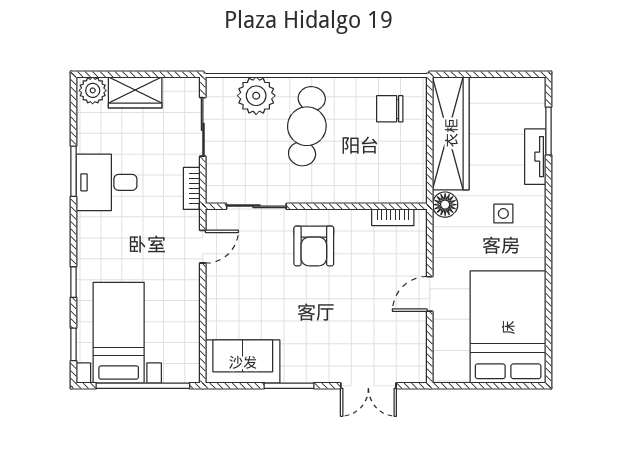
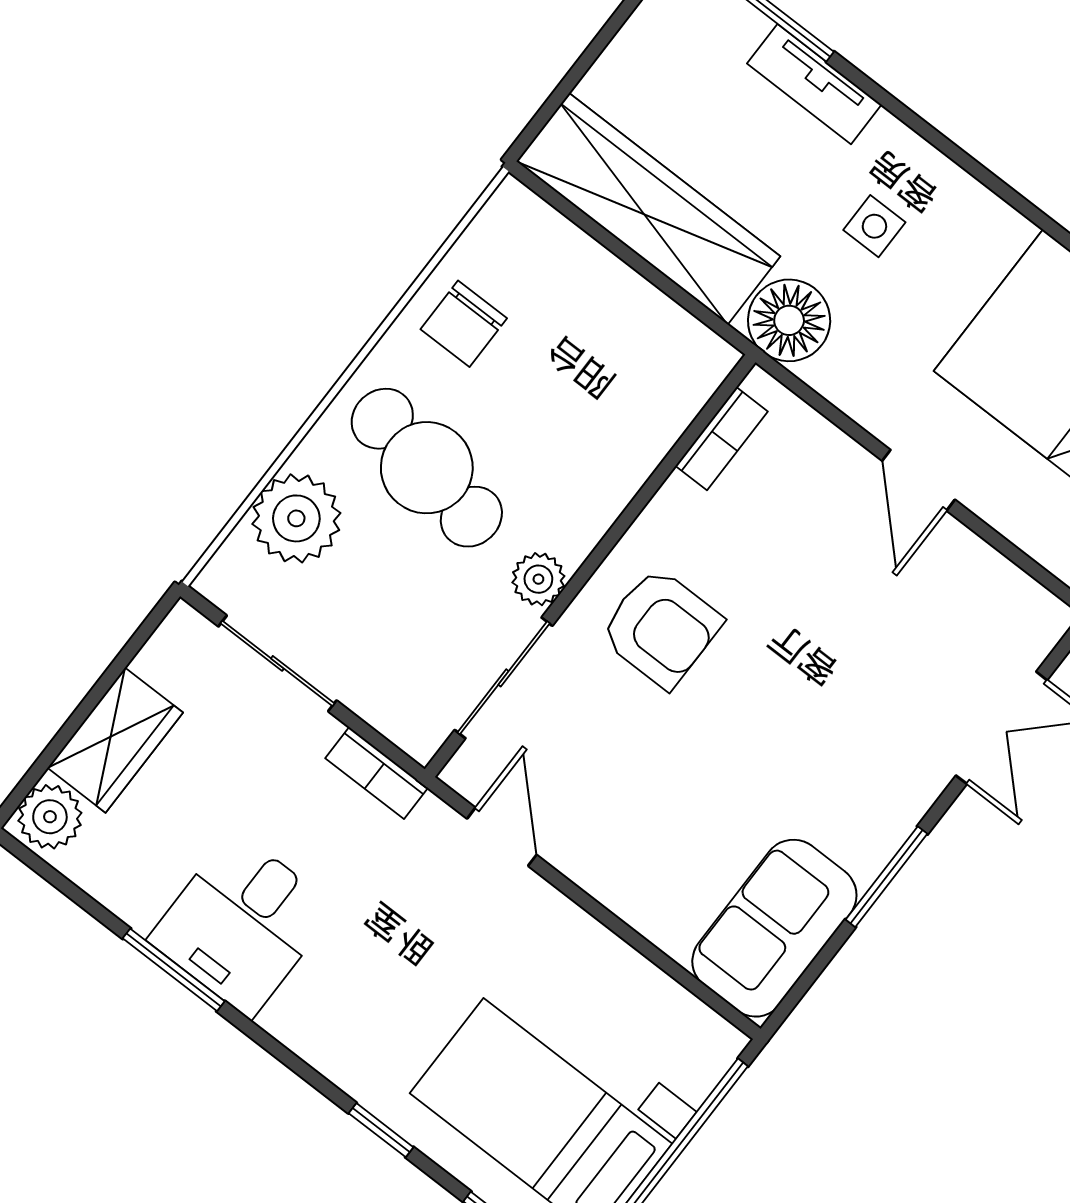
chair: (390, 109) -> (464, 324), moved
plant: (298, 192) -> (538, 579), added
floor lamp: (445, 205) -> (789, 320), width x1.38, depth x1.38

